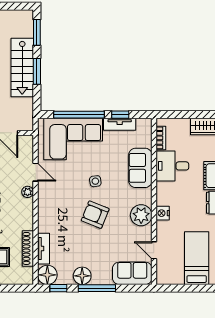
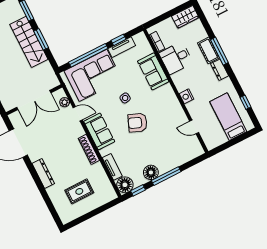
plant: (28, 192) -> (65, 102), moved
plant: (141, 215) -> (172, 106), removed
shoe rack: (28, 248) -> (89, 149), moved
sofa: (132, 273) -> (99, 131), moved, turned 90

